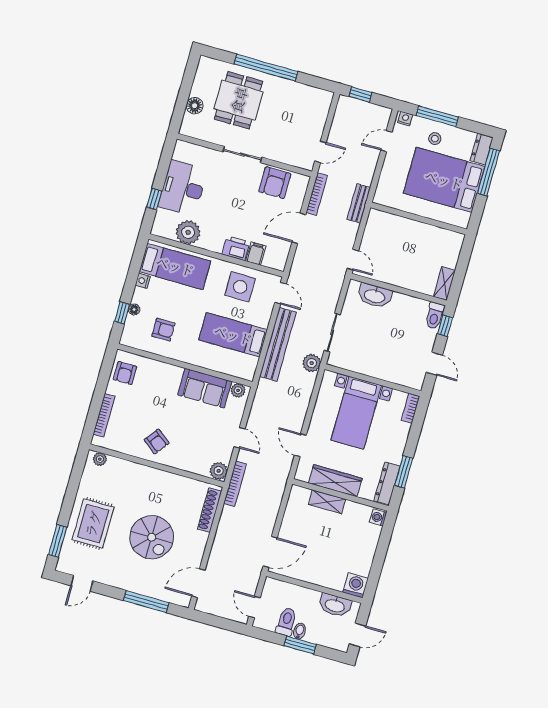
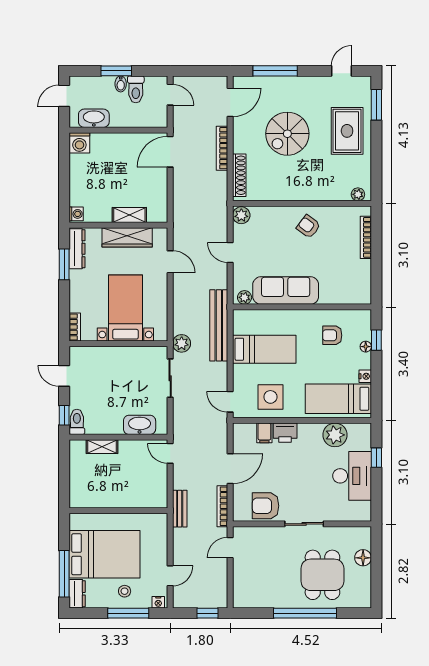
armchair: (275, 183) -> (266, 506), turned -90
shelving: (444, 284) -> (102, 447), moved, turned 90
bench: (278, 344) -> (219, 325), moved
armchair: (125, 373) -> (357, 283), removed
sofa: (205, 388) -> (286, 291), width x1.36
bookcase: (235, 484) -> (222, 148), moved
spiral stairs: (152, 537) -> (287, 134), turned -90

